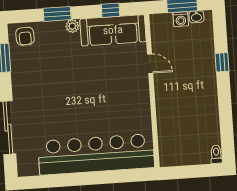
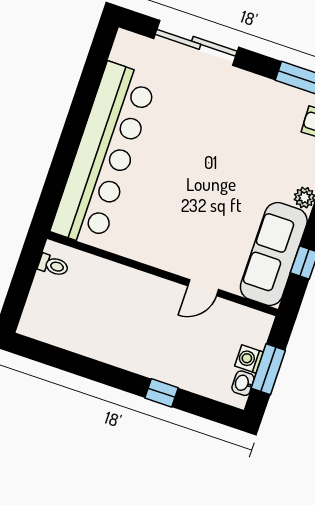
toilet: (216, 154) -> (53, 265), moved

